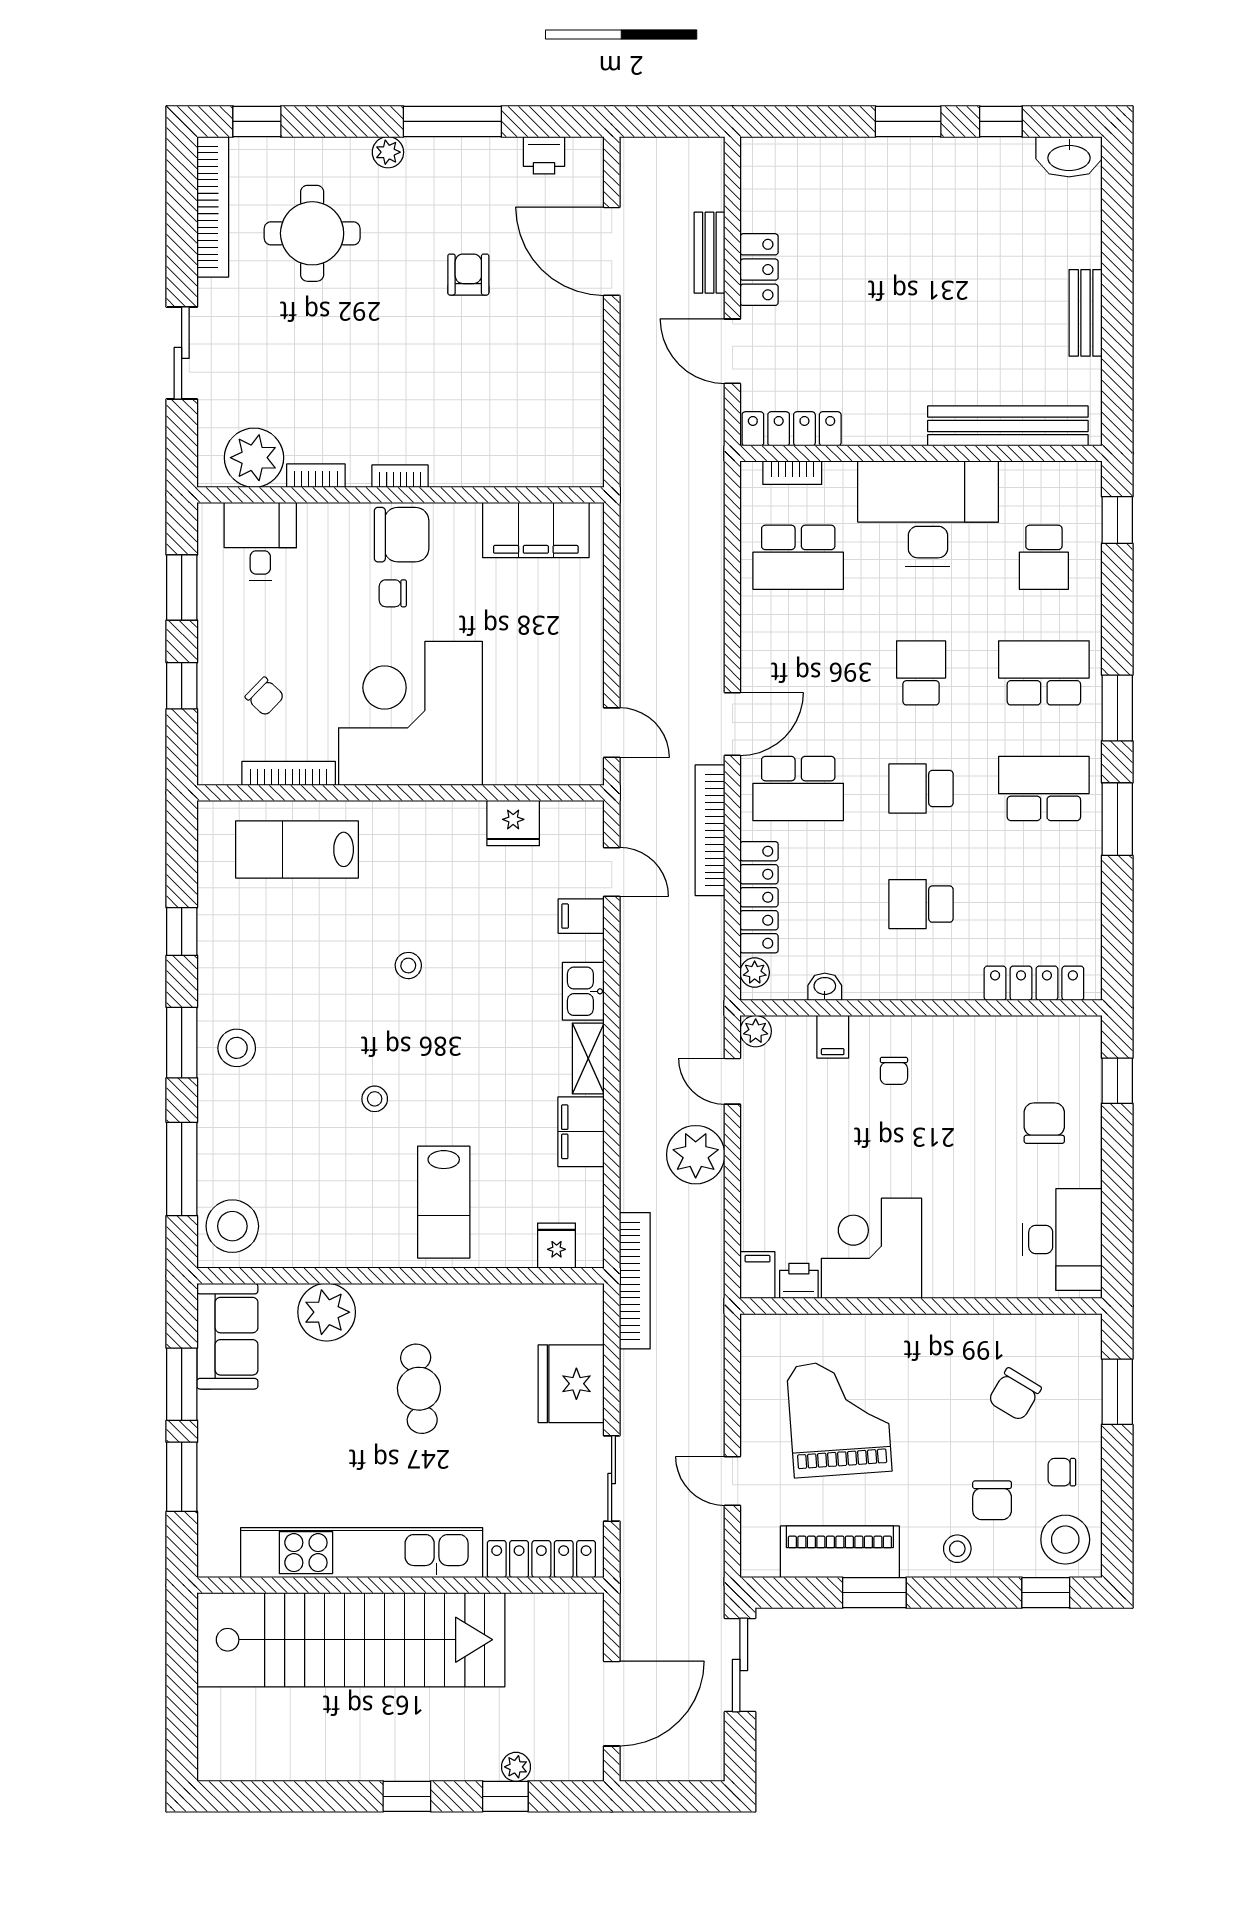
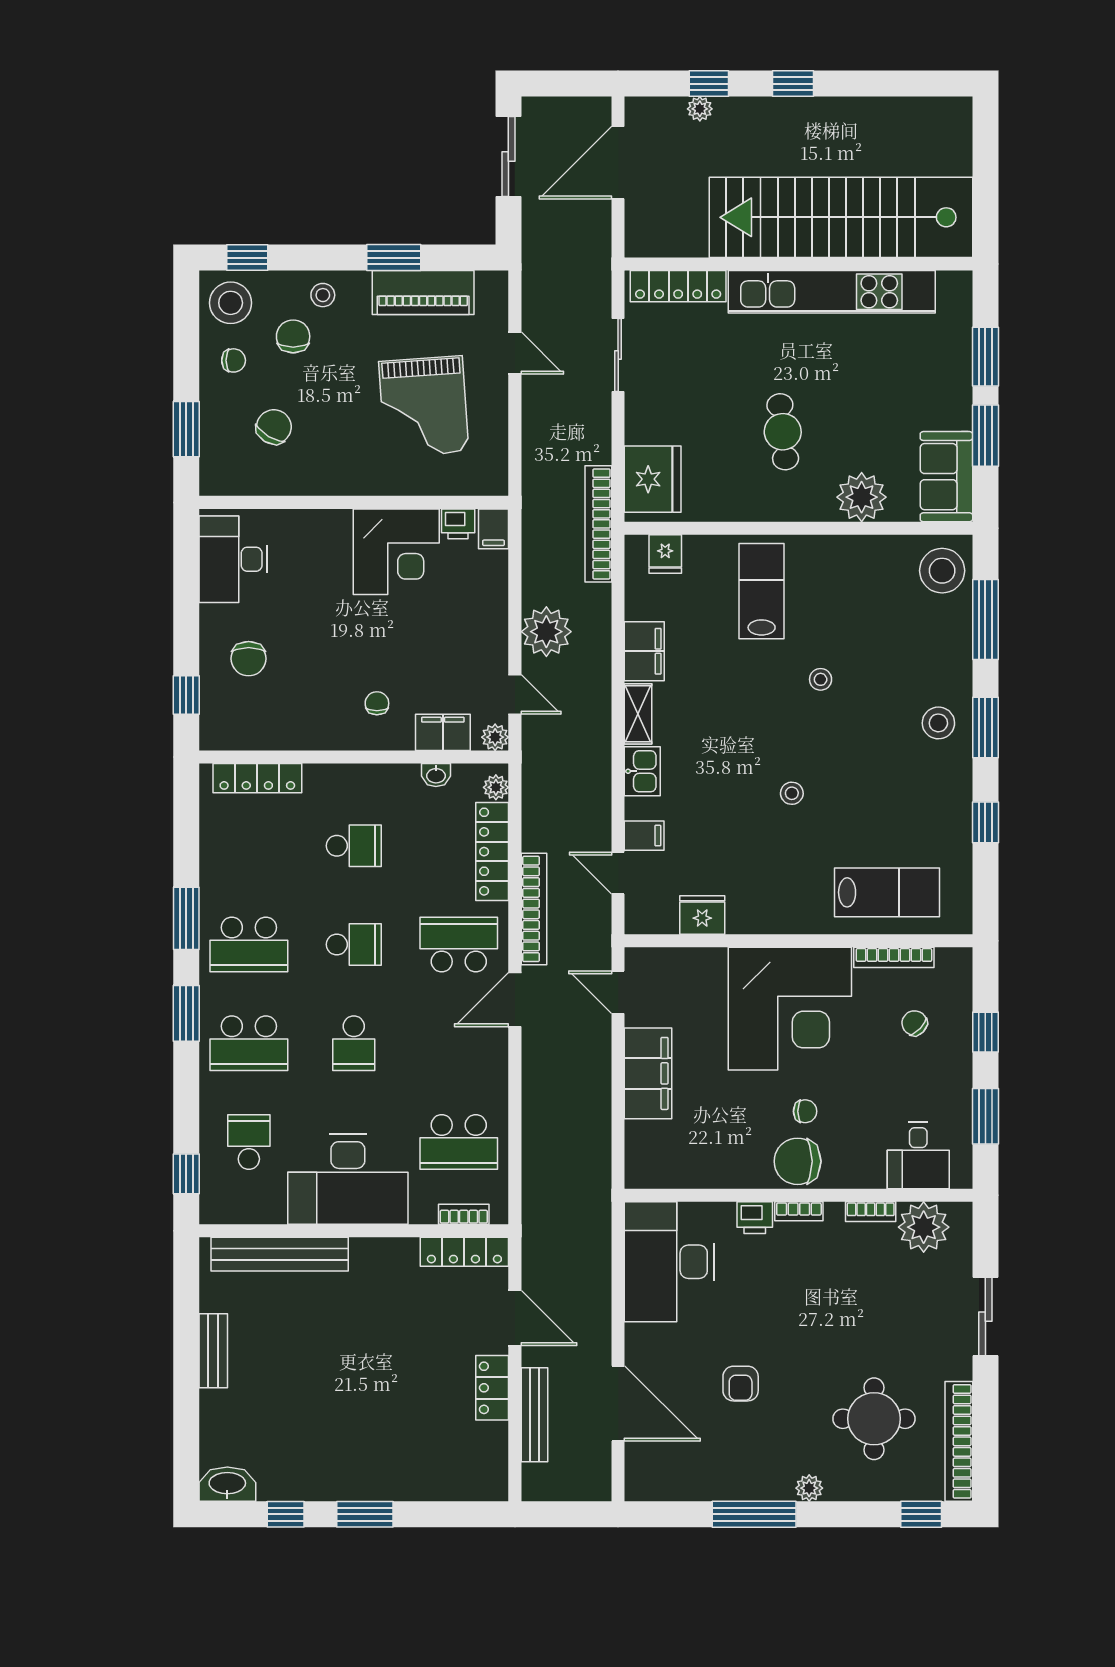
printer: (544, 155) -> (755, 1218), moved, turned 180
bench: (709, 253) -> (535, 1415), width x1.36
desk: (552, 417) -> (669, 1262), added
filing cabinet: (536, 530) -> (648, 1073), moved, turned 90
school desk: (798, 557) -> (459, 1142), turned 180
filing cabinet: (833, 1037) -> (443, 732), width x2.00
fridge: (571, 1384) -> (653, 479), moved
sliding door: (740, 1665) -> (508, 157), moved

